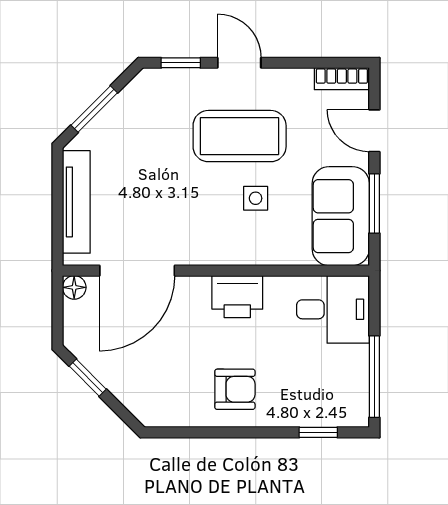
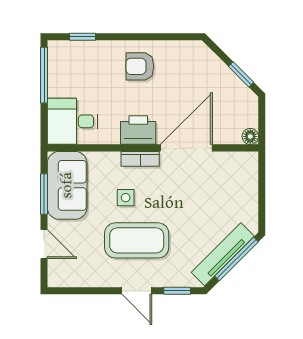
bookcase: (342, 79) -> (140, 159), moved, turned 180
window: (94, 109) -> (237, 259), width x1.44
tv unit: (76, 202) -> (223, 254), moved, turned 45
door: (137, 271) -> (186, 148), moved

